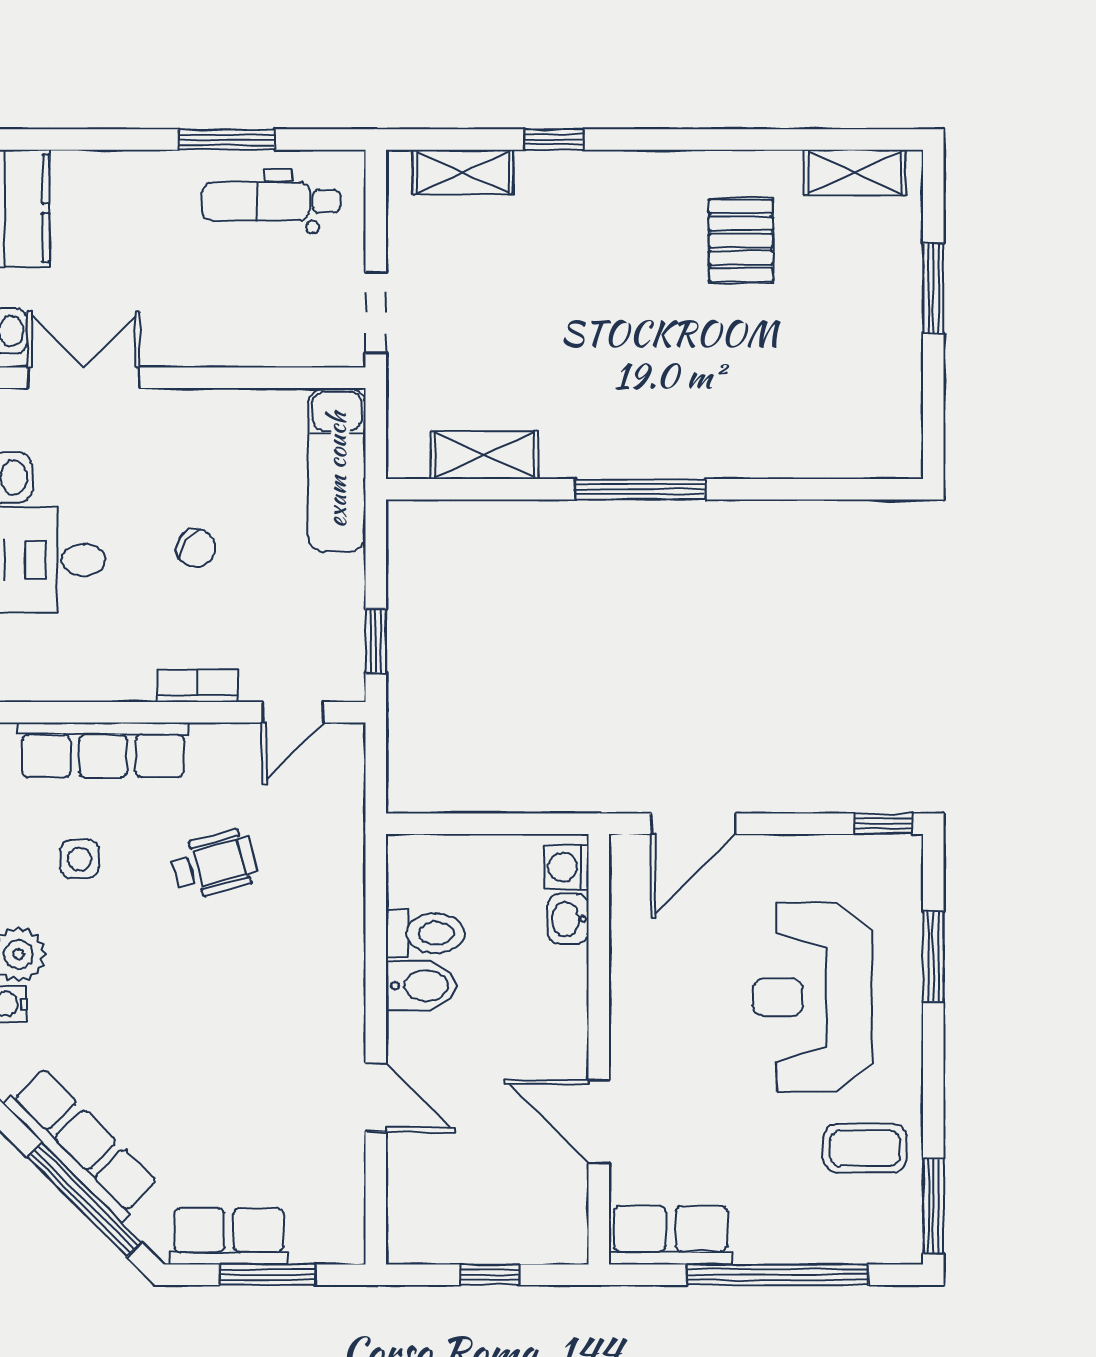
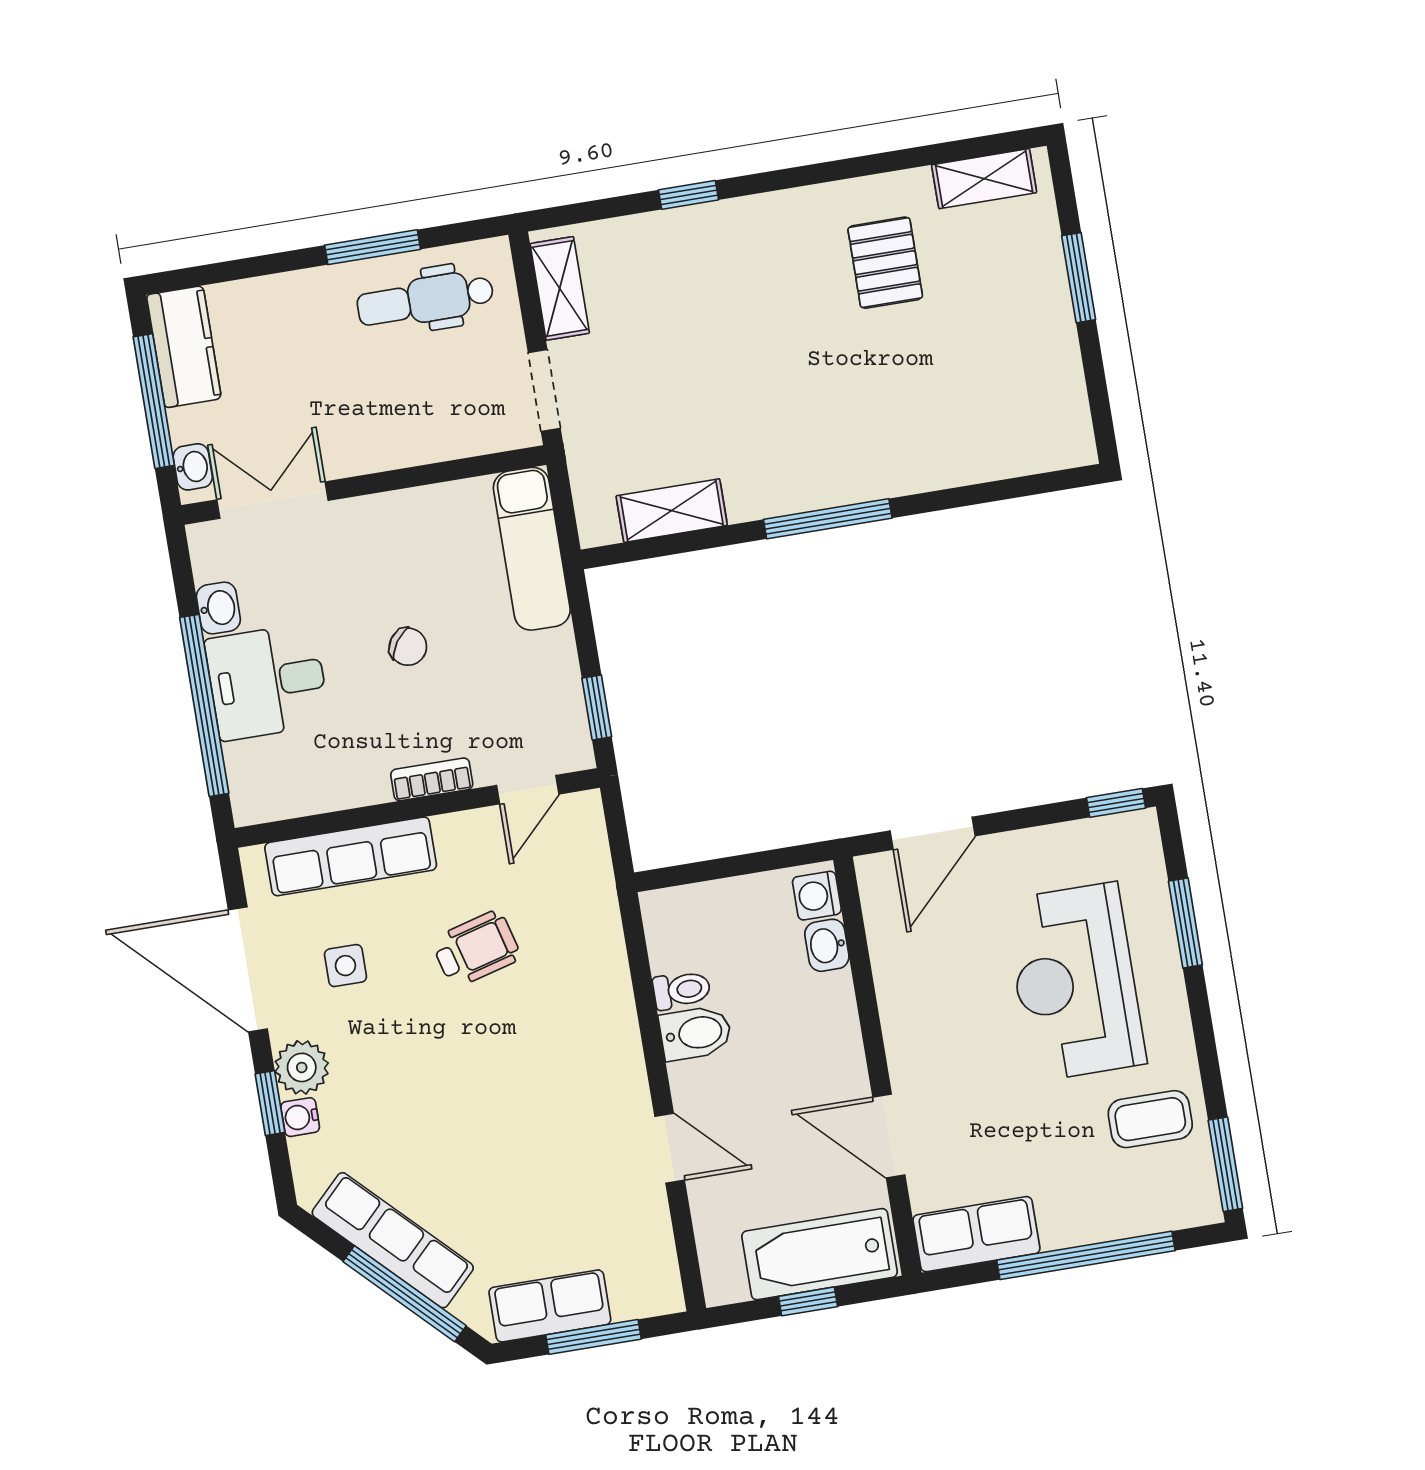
shelving: (463, 172) -> (560, 288), moved, turned 90
toilet: (425, 933) -> (682, 990), width x0.73, depth x0.72
bathtub: (509, 1229) -> (819, 1254), added

